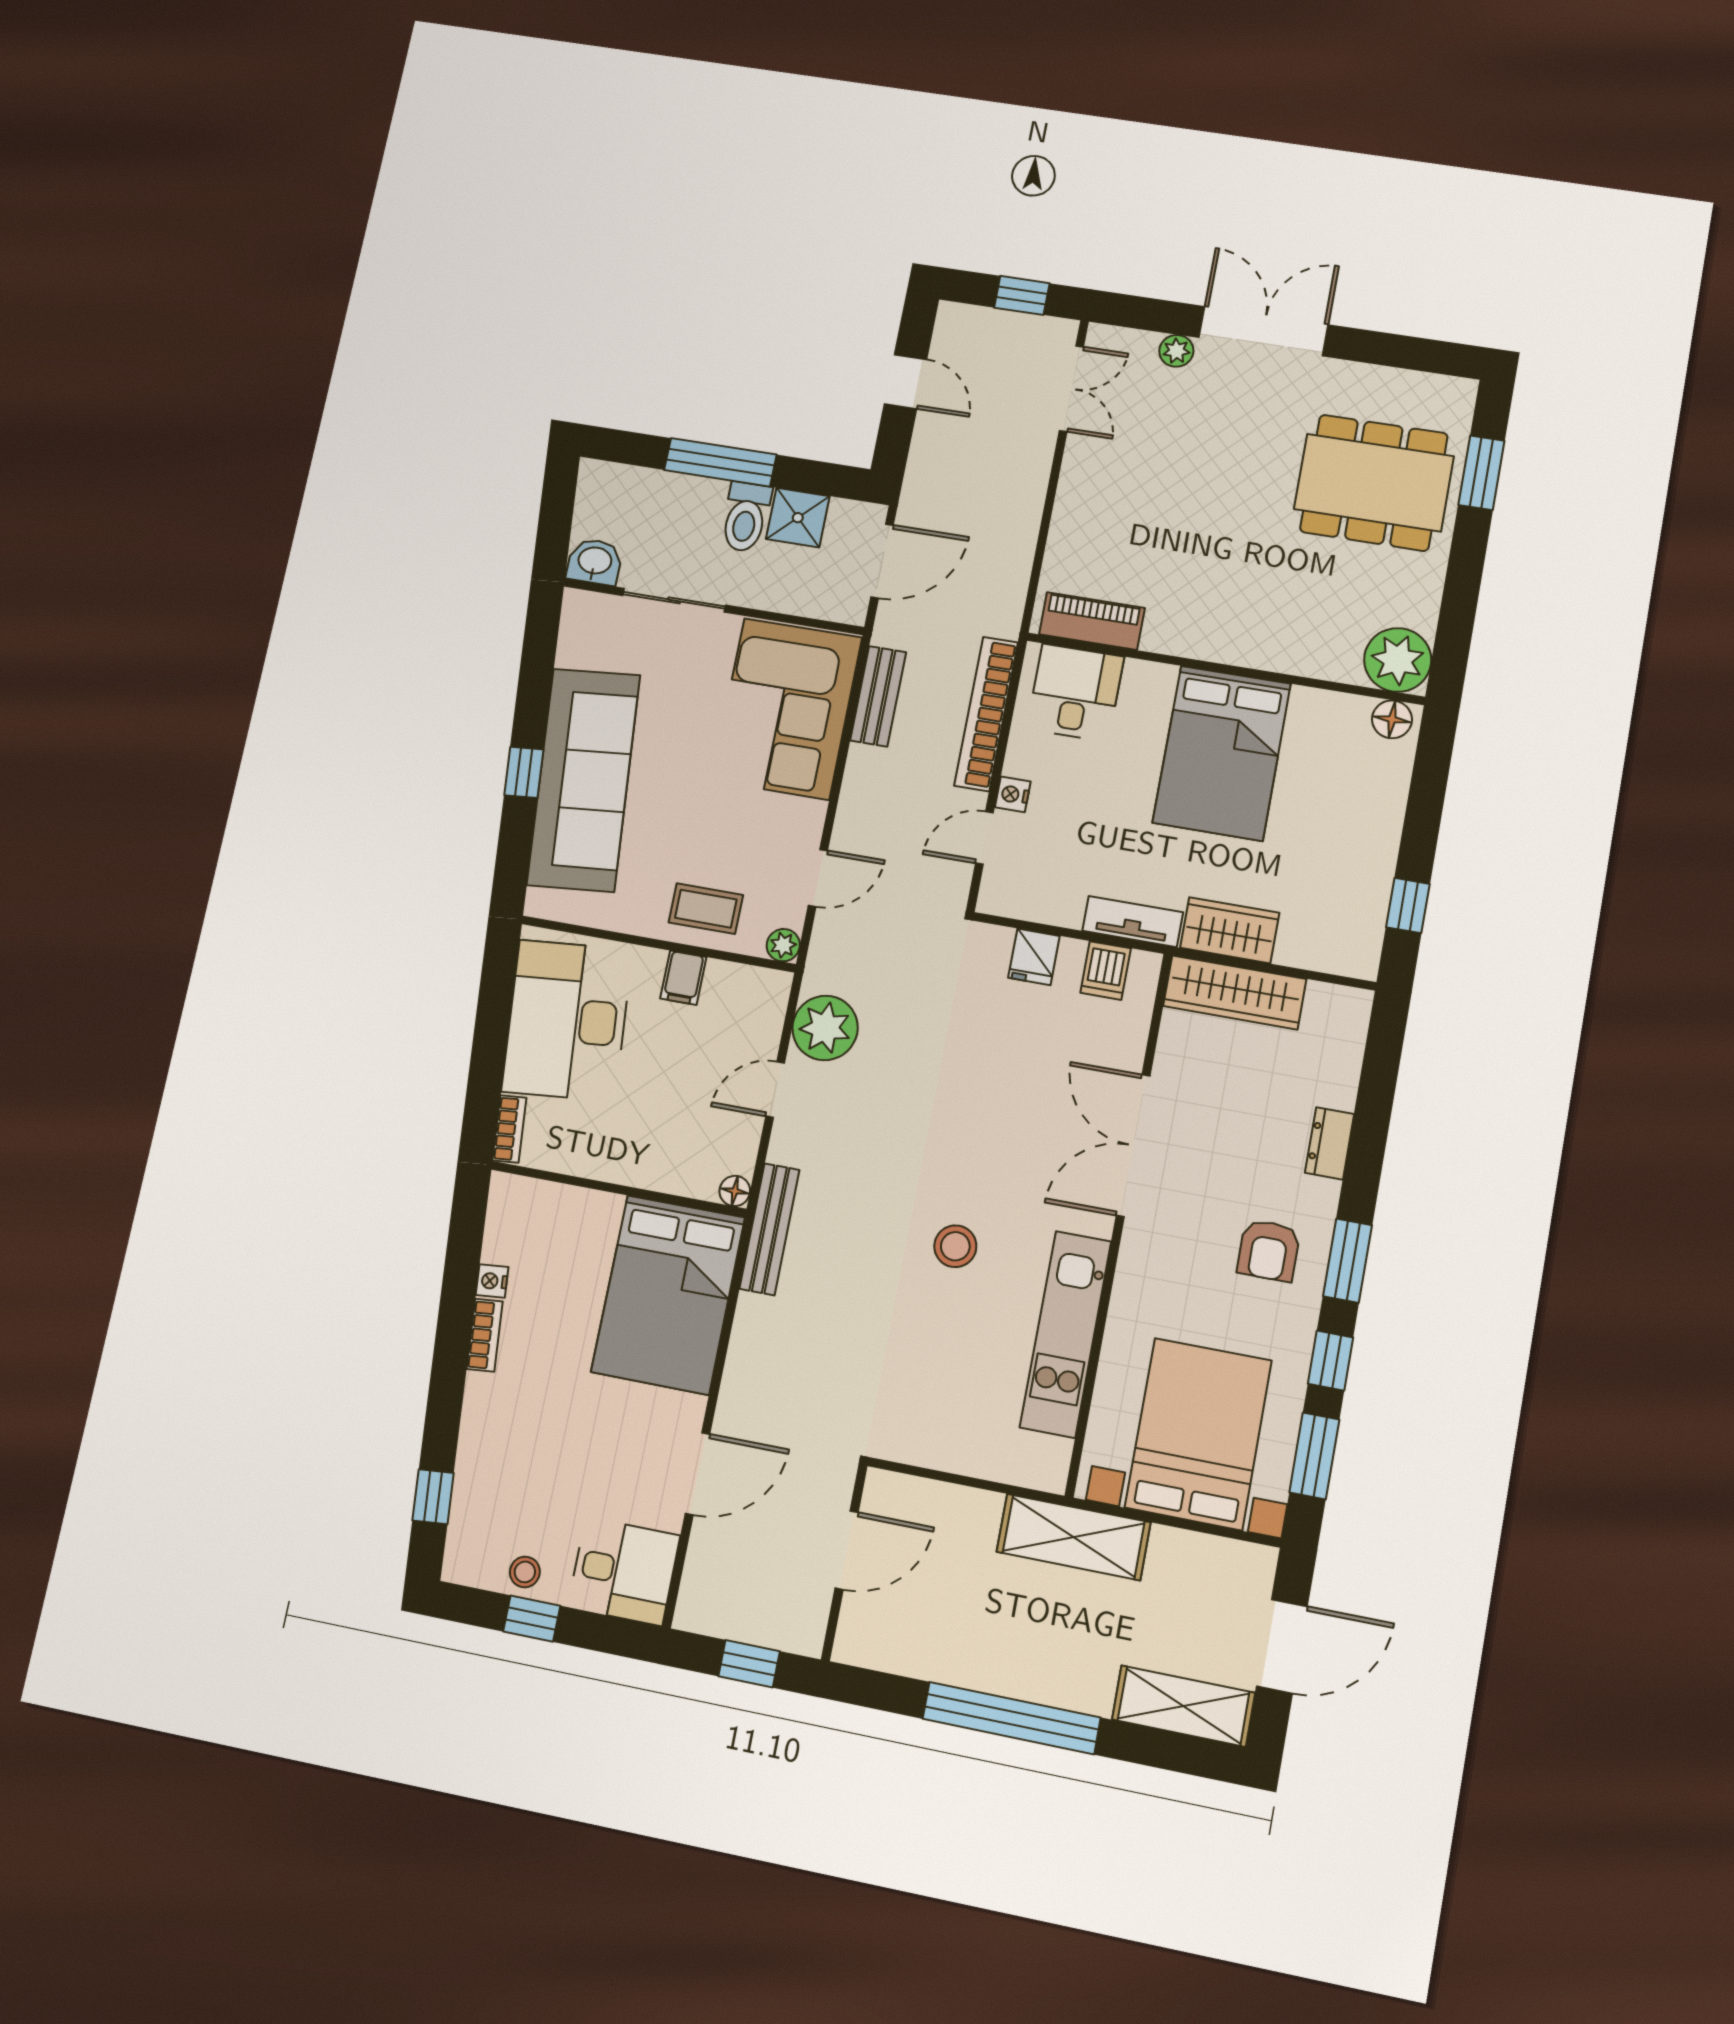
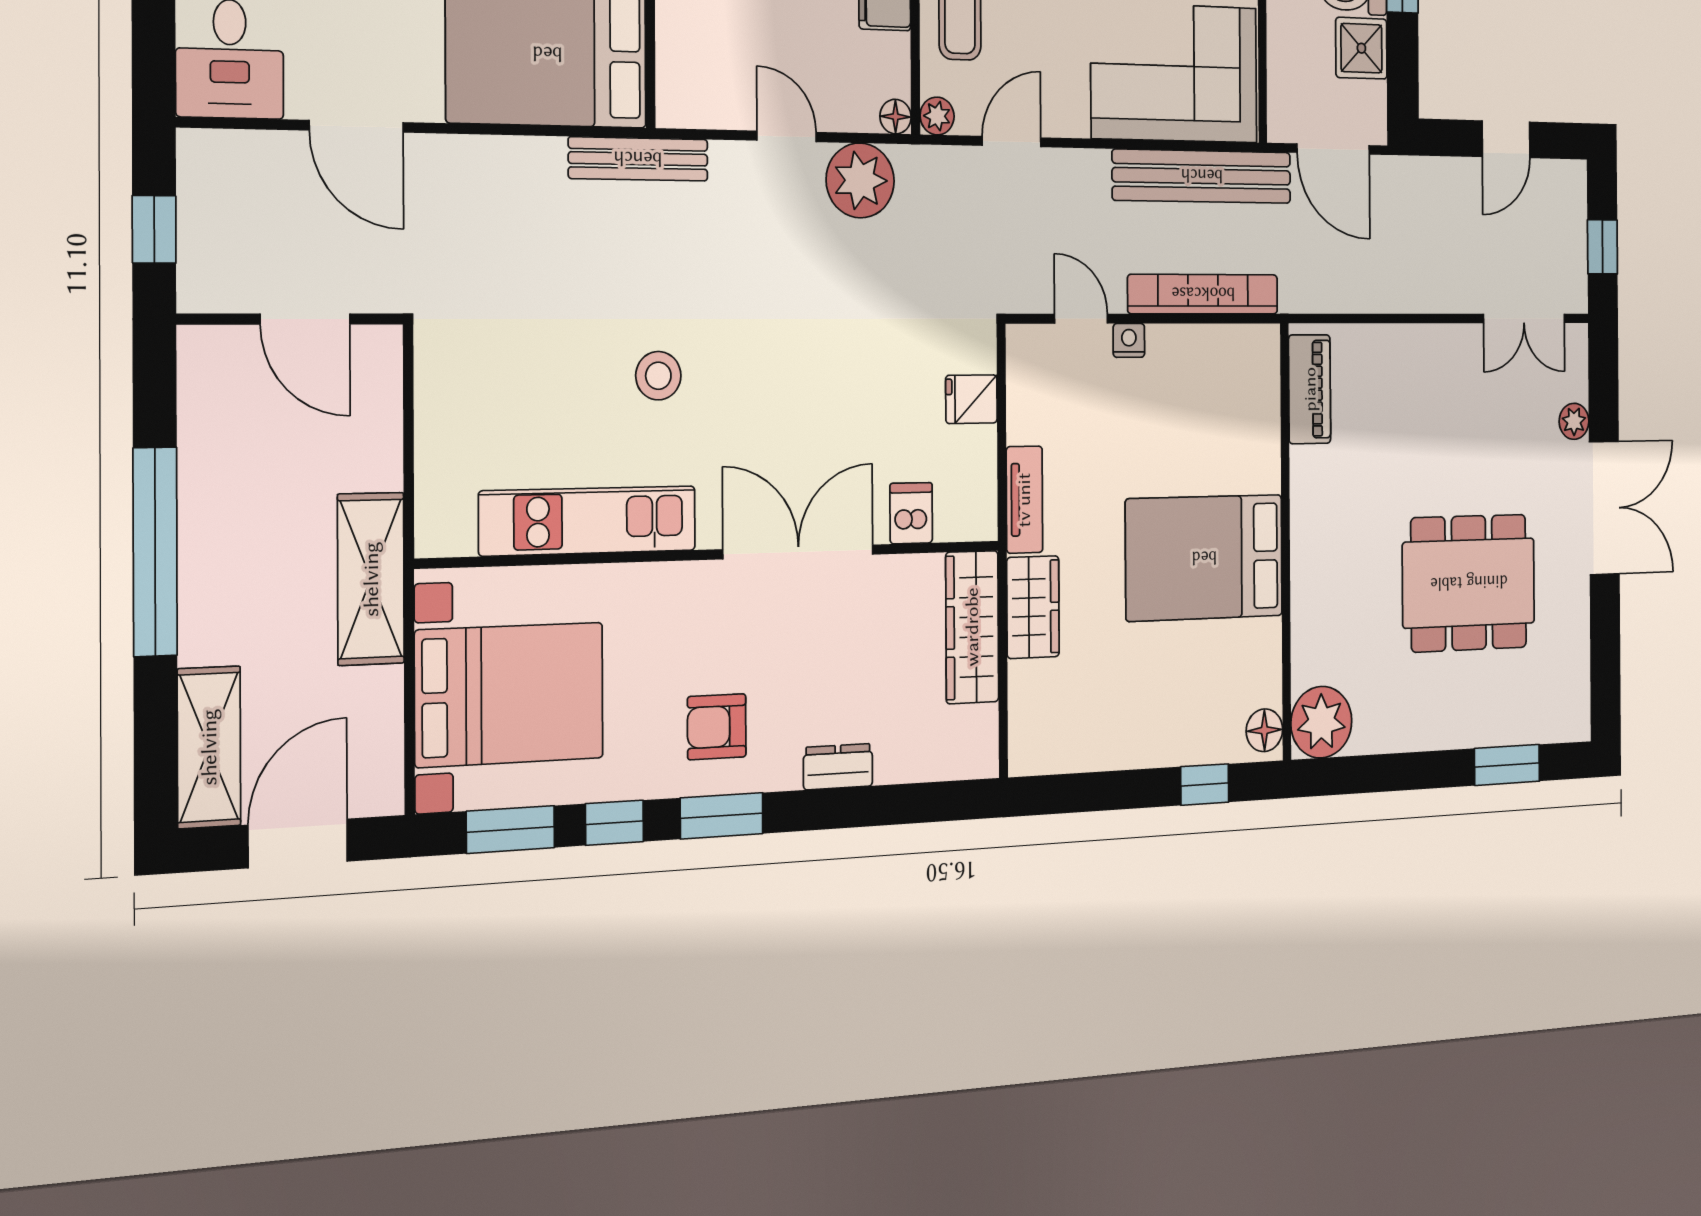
dining table: (1374, 483) -> (1469, 583), moved, turned 90
desk: (1075, 693) -> (1238, 387), removed
bench: (878, 696) -> (1202, 176), width x1.86, depth x1.21
door: (818, 878) -> (1012, 142), swing flipped
window: (1408, 906) -> (1205, 784), moved
dishwasher: (1106, 970) -> (911, 513), moved, turned 90
floor lamp: (735, 1191) -> (896, 117), moved
door: (1282, 1646) -> (298, 843), swing flipped

